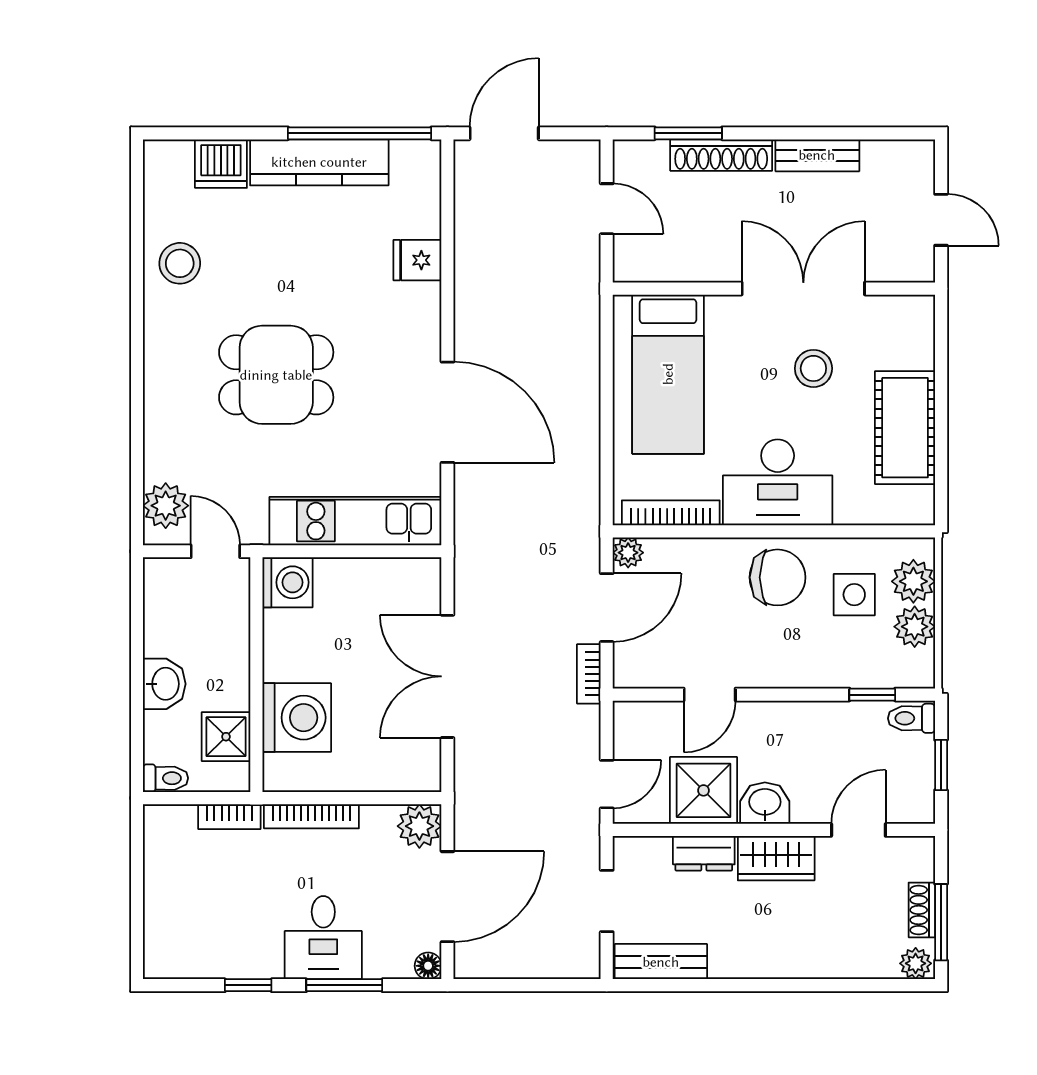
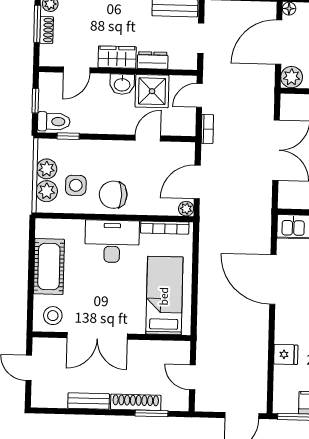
stool: (813, 368) -> (53, 316), moved
bookcase: (589, 674) -> (207, 129), moved
toilet: (911, 718) -> (54, 122), width x1.37, depth x1.39

